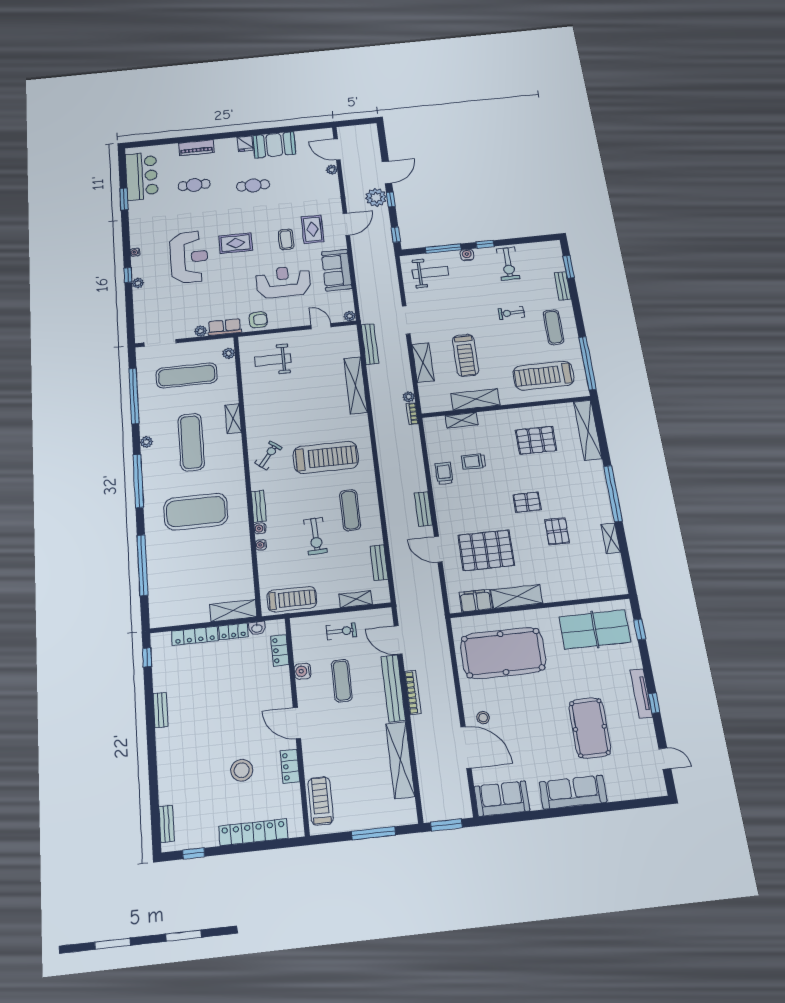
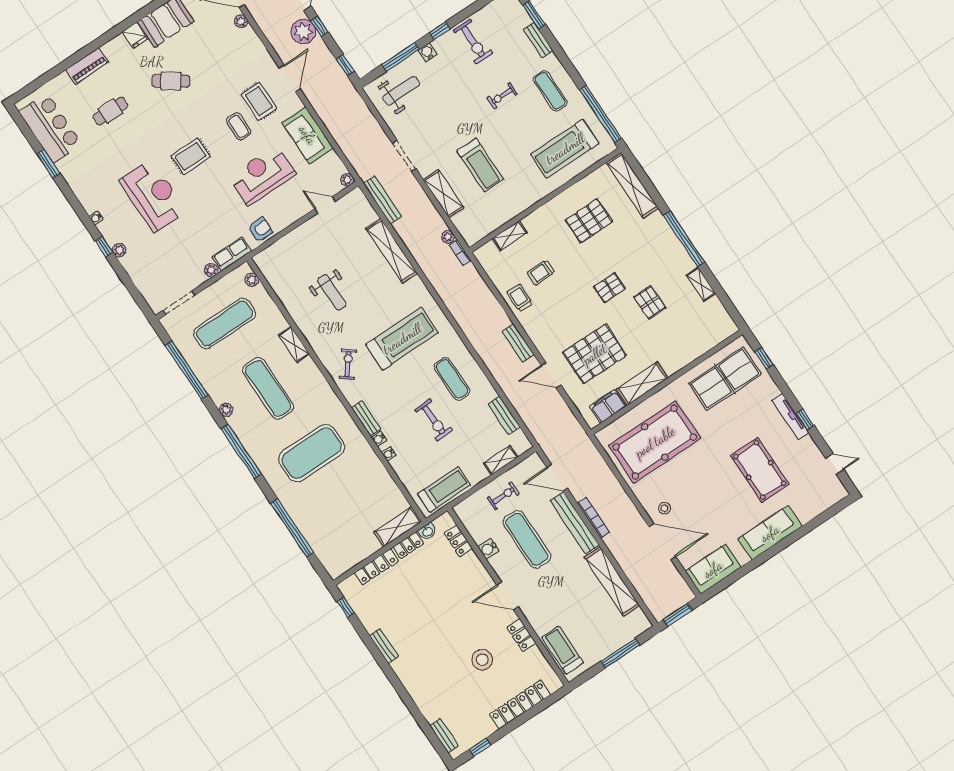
cafe table: (253, 185) -> (171, 81), turned 35
weight bench: (273, 360) -> (332, 292), moved, turned -90
shelving: (475, 399) -> (512, 207), removed
exercise mat: (342, 681) -> (527, 539), width x1.36, depth x1.45

